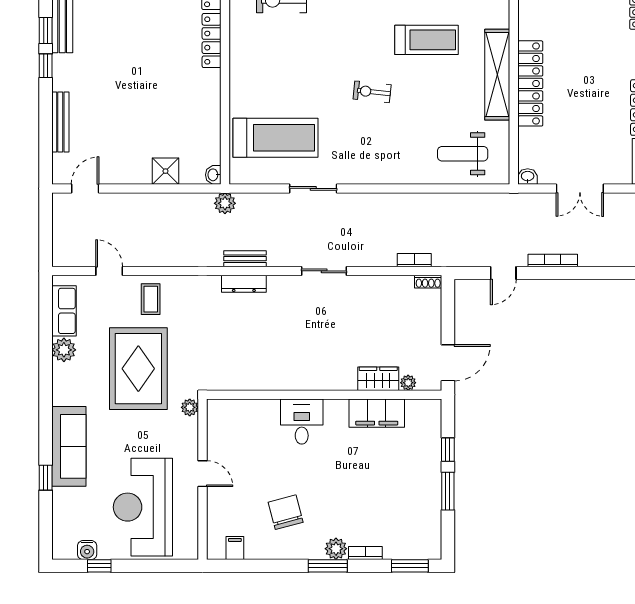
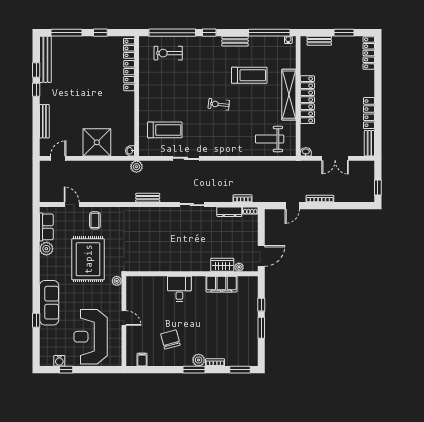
treadmill: (276, 138) -> (165, 130), width x0.73, depth x0.73
shower: (165, 171) -> (97, 142), width x1.86, depth x1.86
dresser: (244, 284) -> (229, 212), moved

